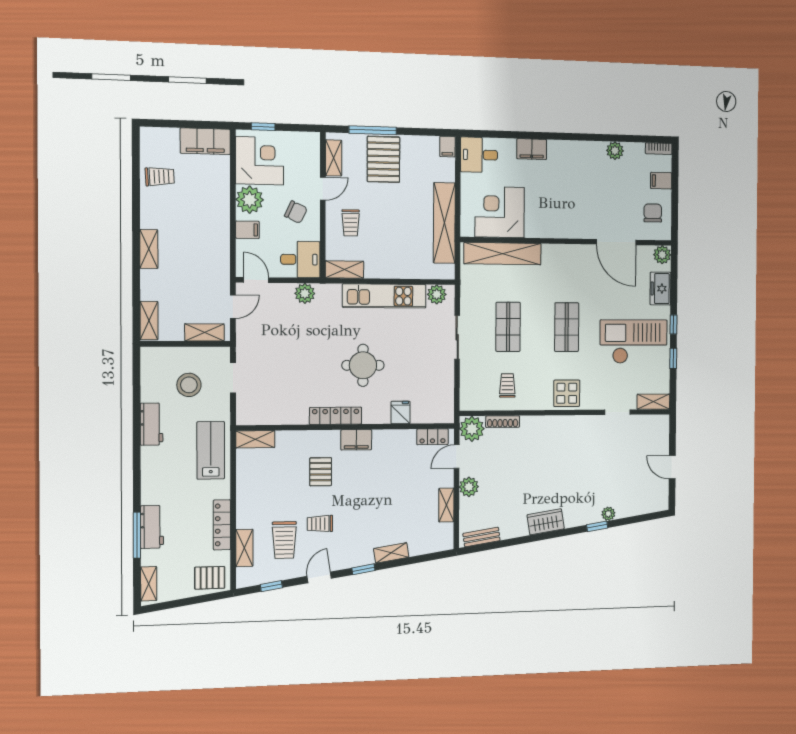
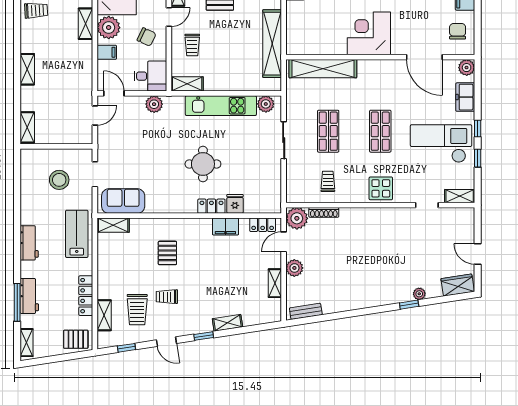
corner desk: (500, 212) -> (369, 33), moved
shelving: (204, 332) -> (86, 24), moved, turned 90
sofa: (267, 410) -> (123, 201), added
locker: (336, 416) -> (211, 206), moved, width x0.66
workbench: (152, 424) -> (29, 243), moved
filing cabinet: (356, 440) -> (225, 227), moved
wardrobe: (546, 522) -> (458, 285), moved
door: (319, 577) -> (166, 342), swing flipped

